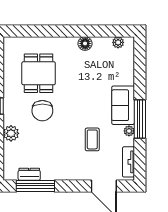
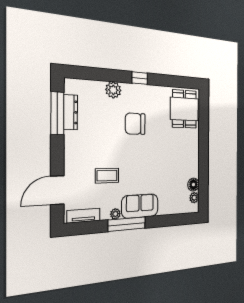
floor lamp: (85, 43) -> (193, 185), moved
dining table: (39, 73) -> (184, 109), moved, turned 90
dresser: (29, 174) -> (71, 112), width x1.44

